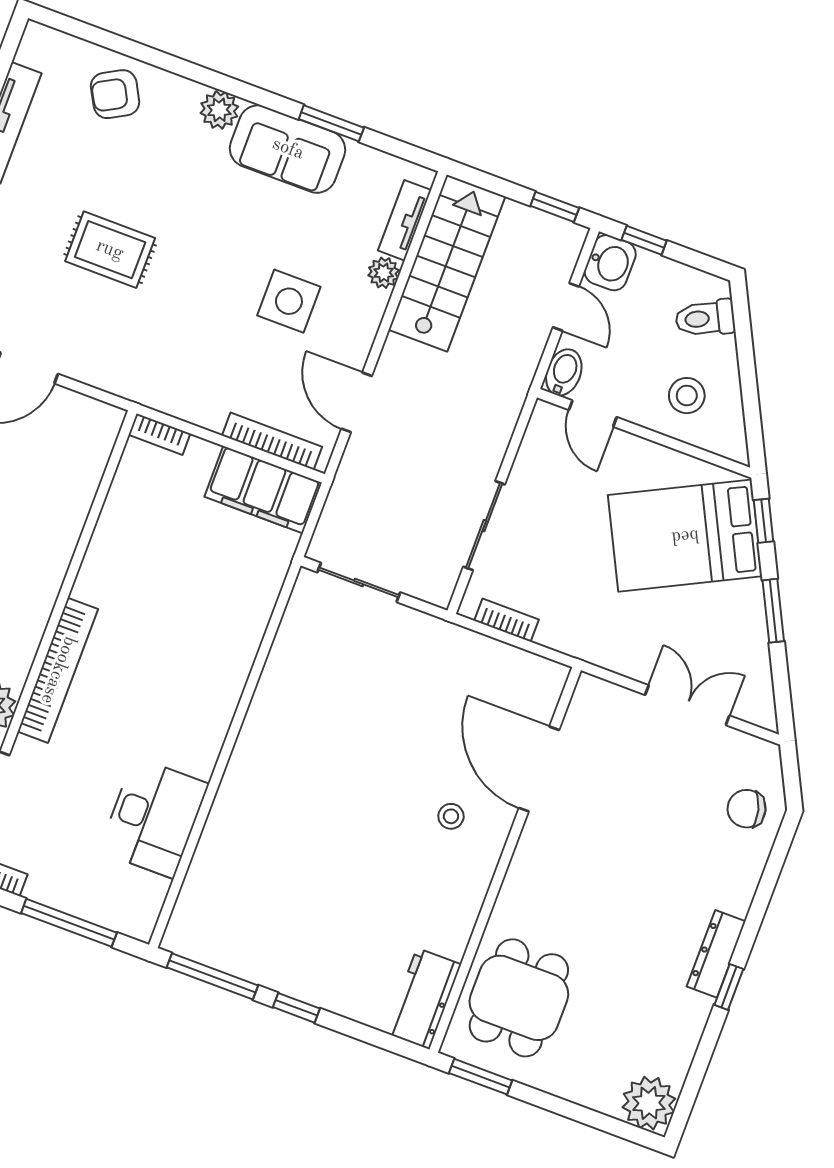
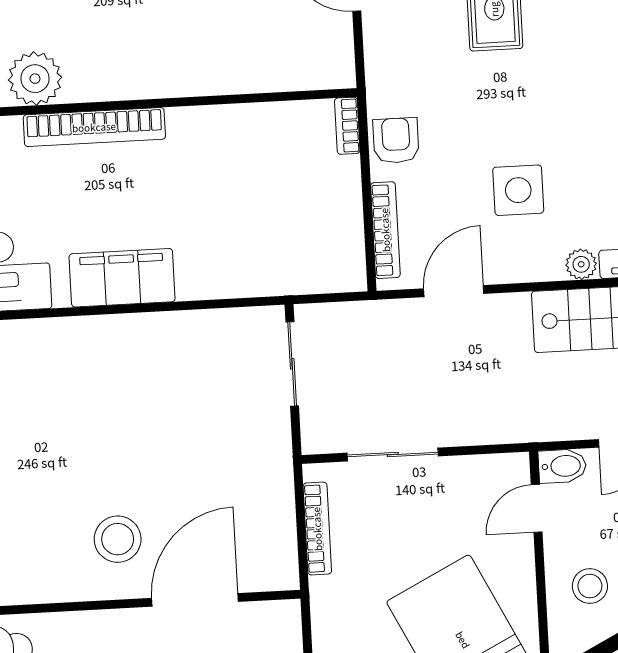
armchair: (193, 395) -> (396, 140), added
filing cabinet: (263, 490) -> (122, 278), moved, turned 90
bookcase: (507, 620) -> (317, 529), width x1.56
stool: (451, 816) -> (118, 539), width x1.89, depth x1.89

